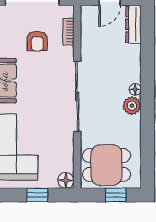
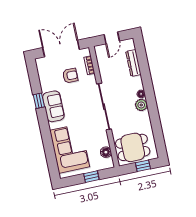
dresser: (133, 24) -> (133, 63), moved
armchair: (37, 41) -> (70, 76), turned -90
floor lamp: (66, 180) -> (106, 152), moved

